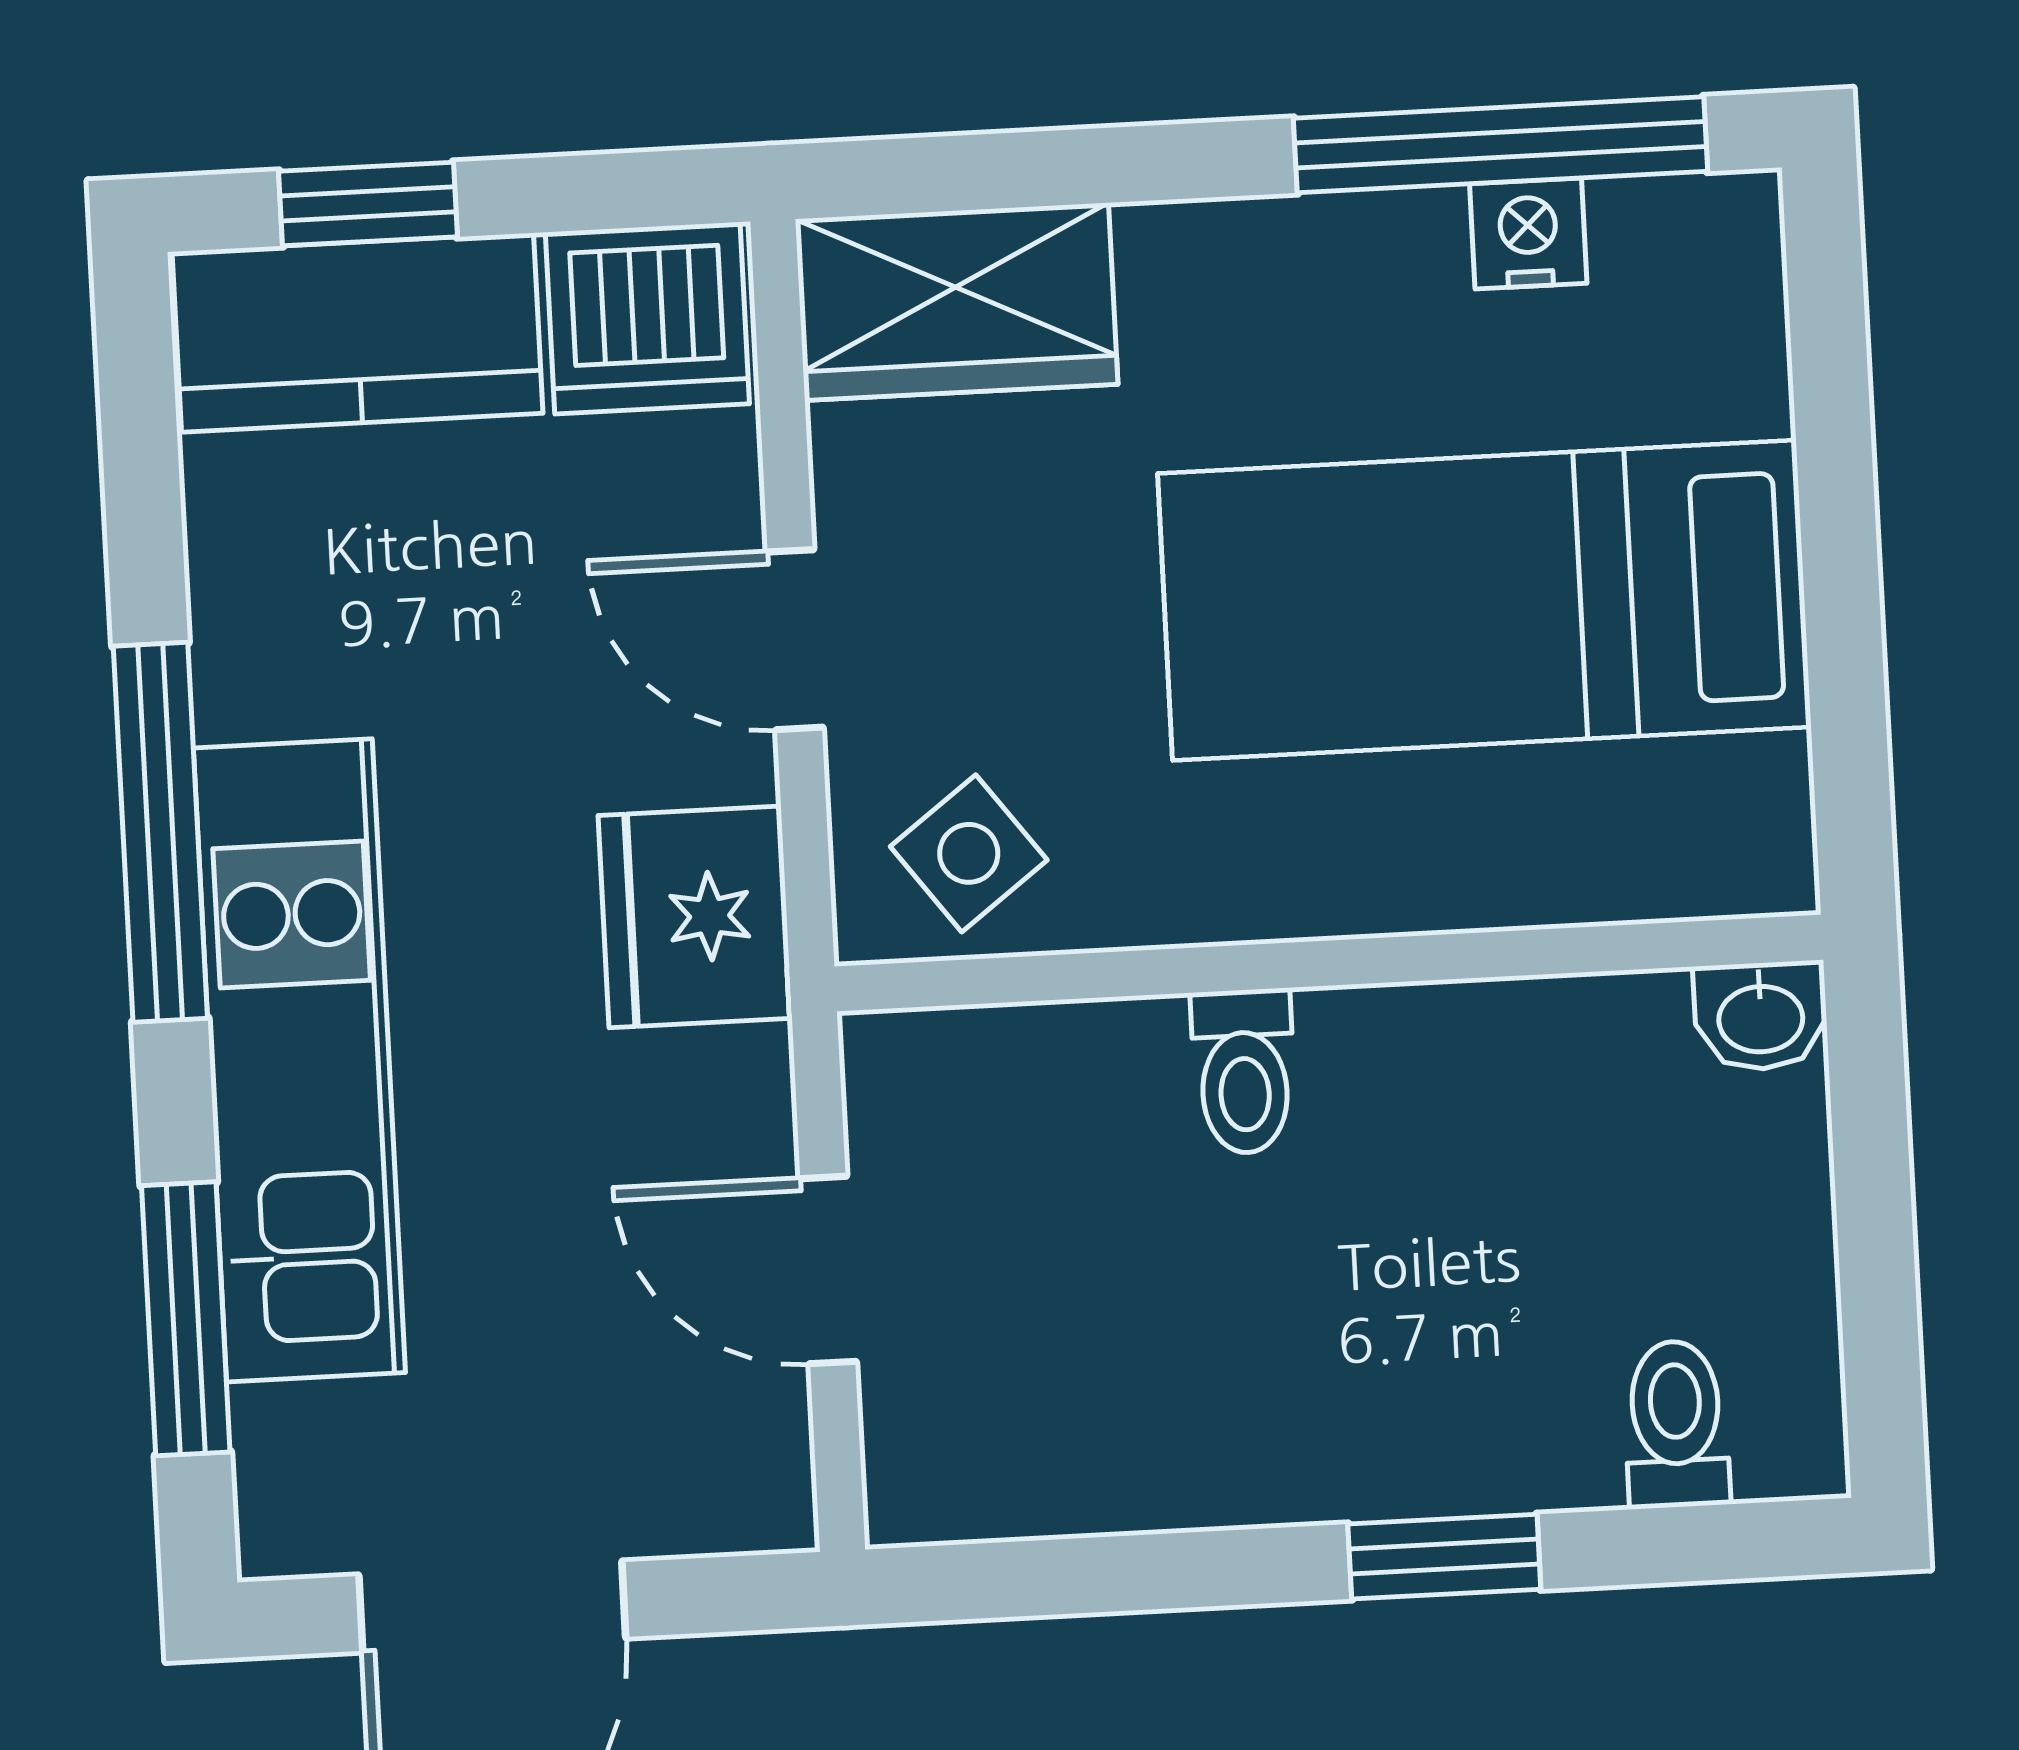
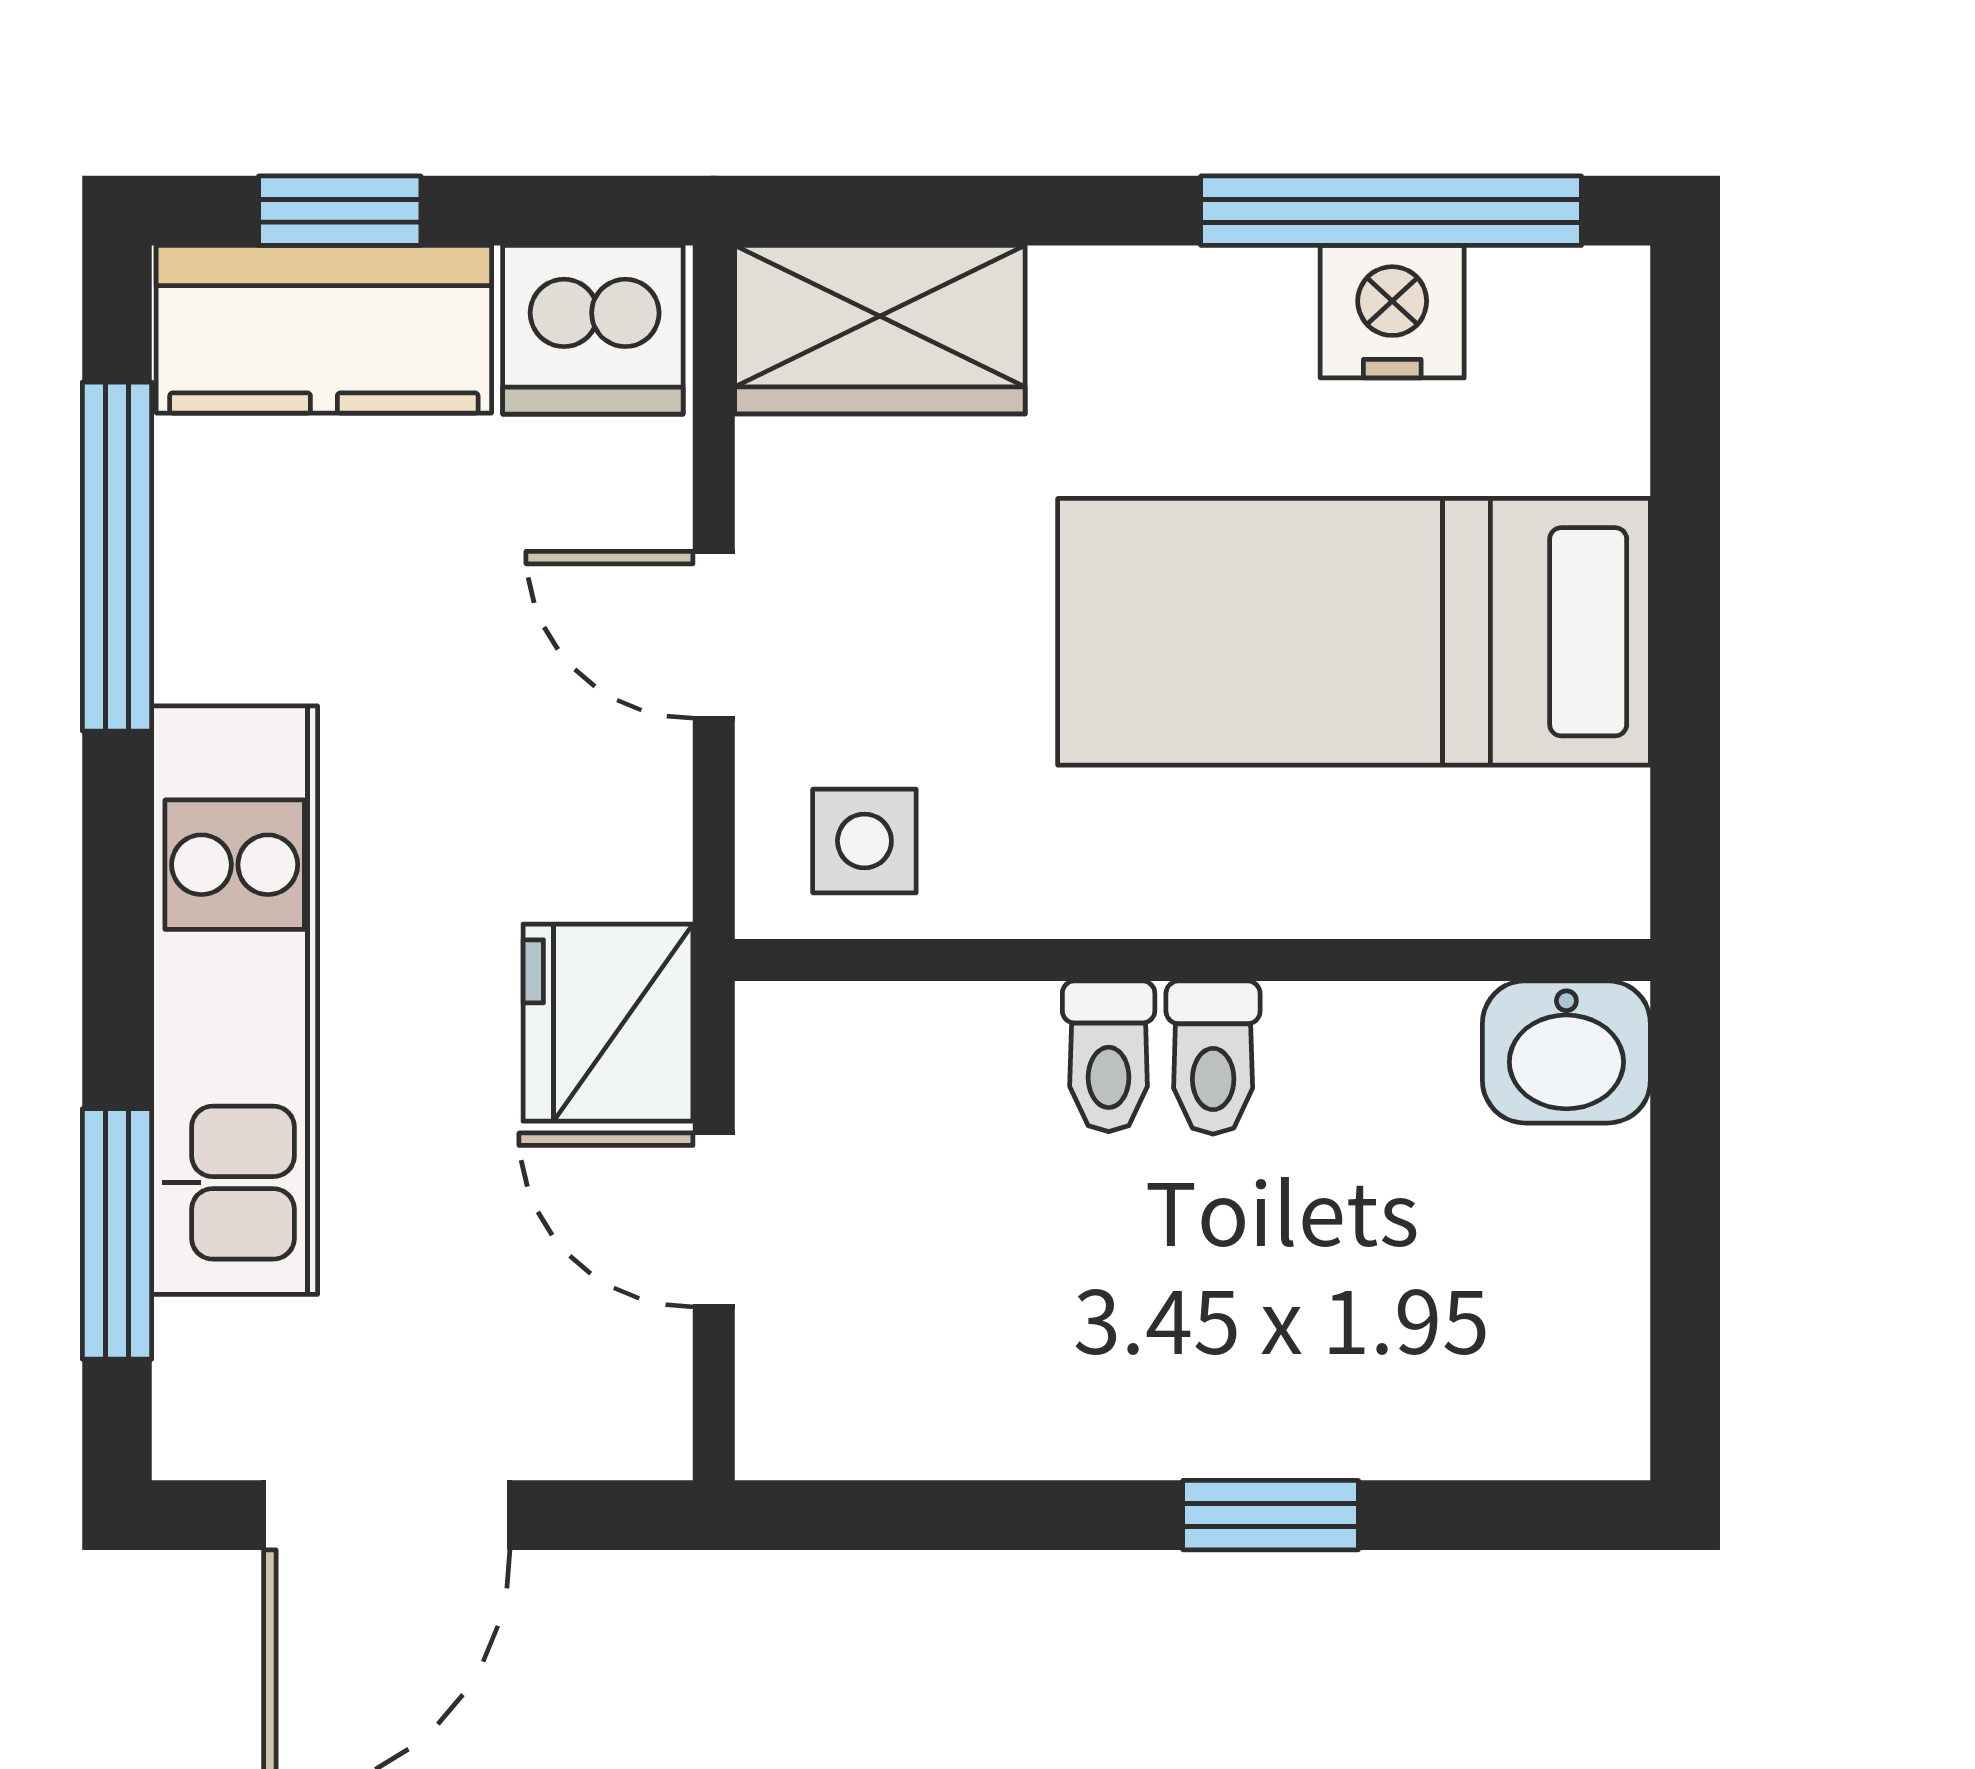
nightstand: (1528, 234) -> (1392, 312), width x1.39, depth x1.35
window: (160, 832) -> (117, 557), moved
side table: (969, 853) -> (864, 841), turned 37
fridge: (695, 917) -> (608, 1023), moved
washbasin: (1761, 1016) -> (1566, 1052), width x1.38, depth x1.45
toilet: (1676, 1424) -> (1213, 1058), moved, turned 180

